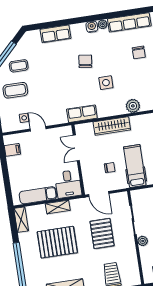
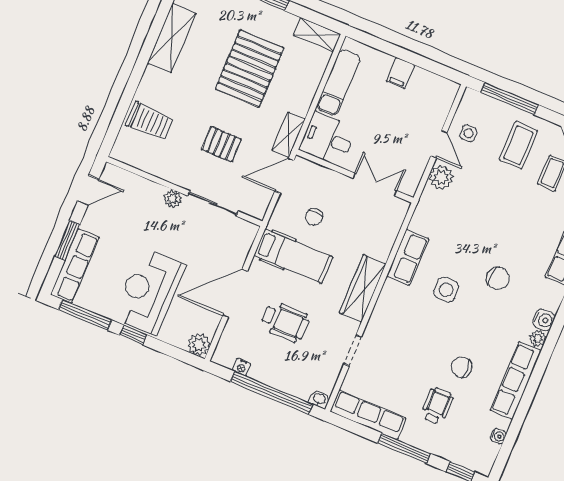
plant: (133, 106) -> (441, 177), moved
row of seats: (82, 114) -> (408, 257), moved
wardrobe: (112, 126) -> (363, 288), moved
door: (38, 129) -> (439, 144), hinge flipped
filing cabinet: (12, 150) -> (400, 73), moved
shelving: (58, 207) -> (289, 135), moved
pallet: (102, 234) -> (221, 144), width x0.67, depth x0.71

